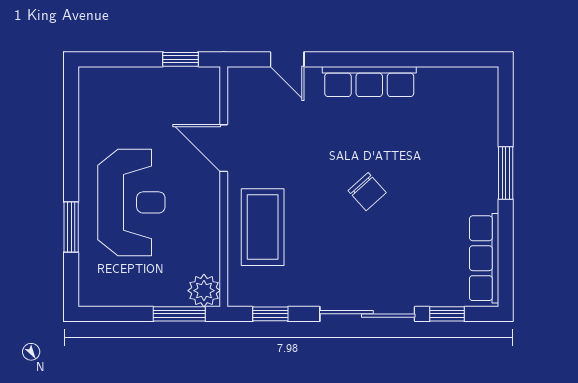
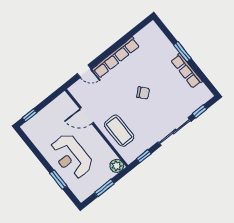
window: (181, 59) -> (29, 115), moved
row of seats: (369, 82) -> (116, 57), width x1.36
reception desk: (131, 202) -> (71, 156), turned 180
row of seats: (484, 258) -> (187, 71), moved
window: (179, 314) -> (104, 188), moved

